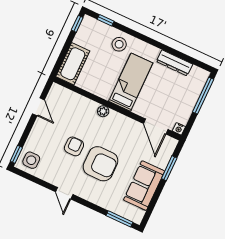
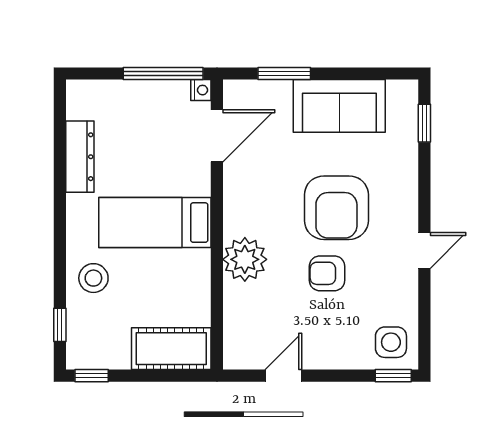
window: (203, 96) -> (163, 73), moved
plant: (103, 111) -> (245, 259), width x1.88, depth x1.88
armchair: (101, 164) -> (336, 208), turned 180
window: (119, 219) -> (424, 123), width x0.67

